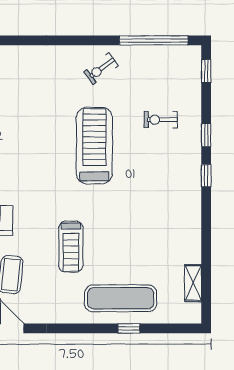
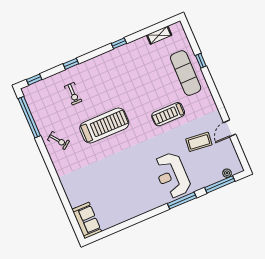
treadmill: (94, 146) -> (104, 126), turned 180
window: (206, 176) -> (119, 43), moved
treadmill: (71, 247) -> (168, 114), turned 180

